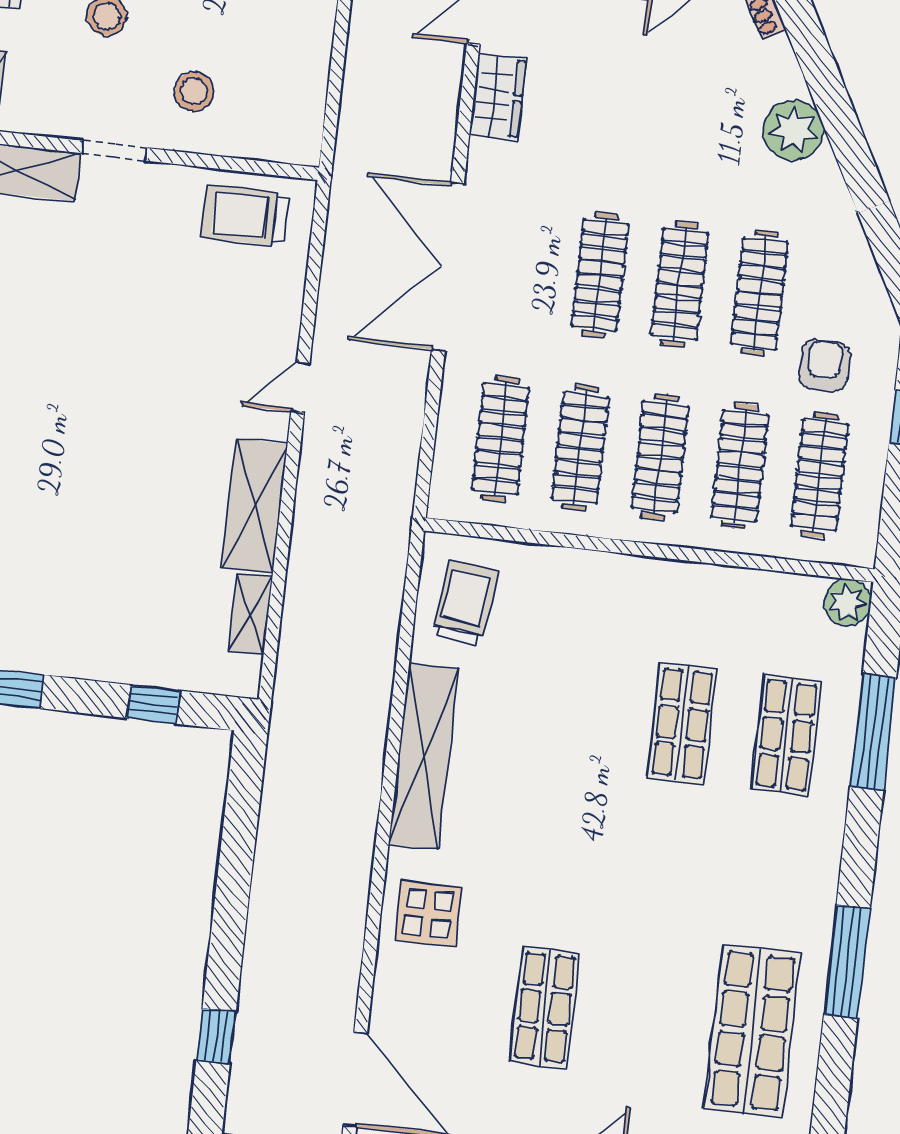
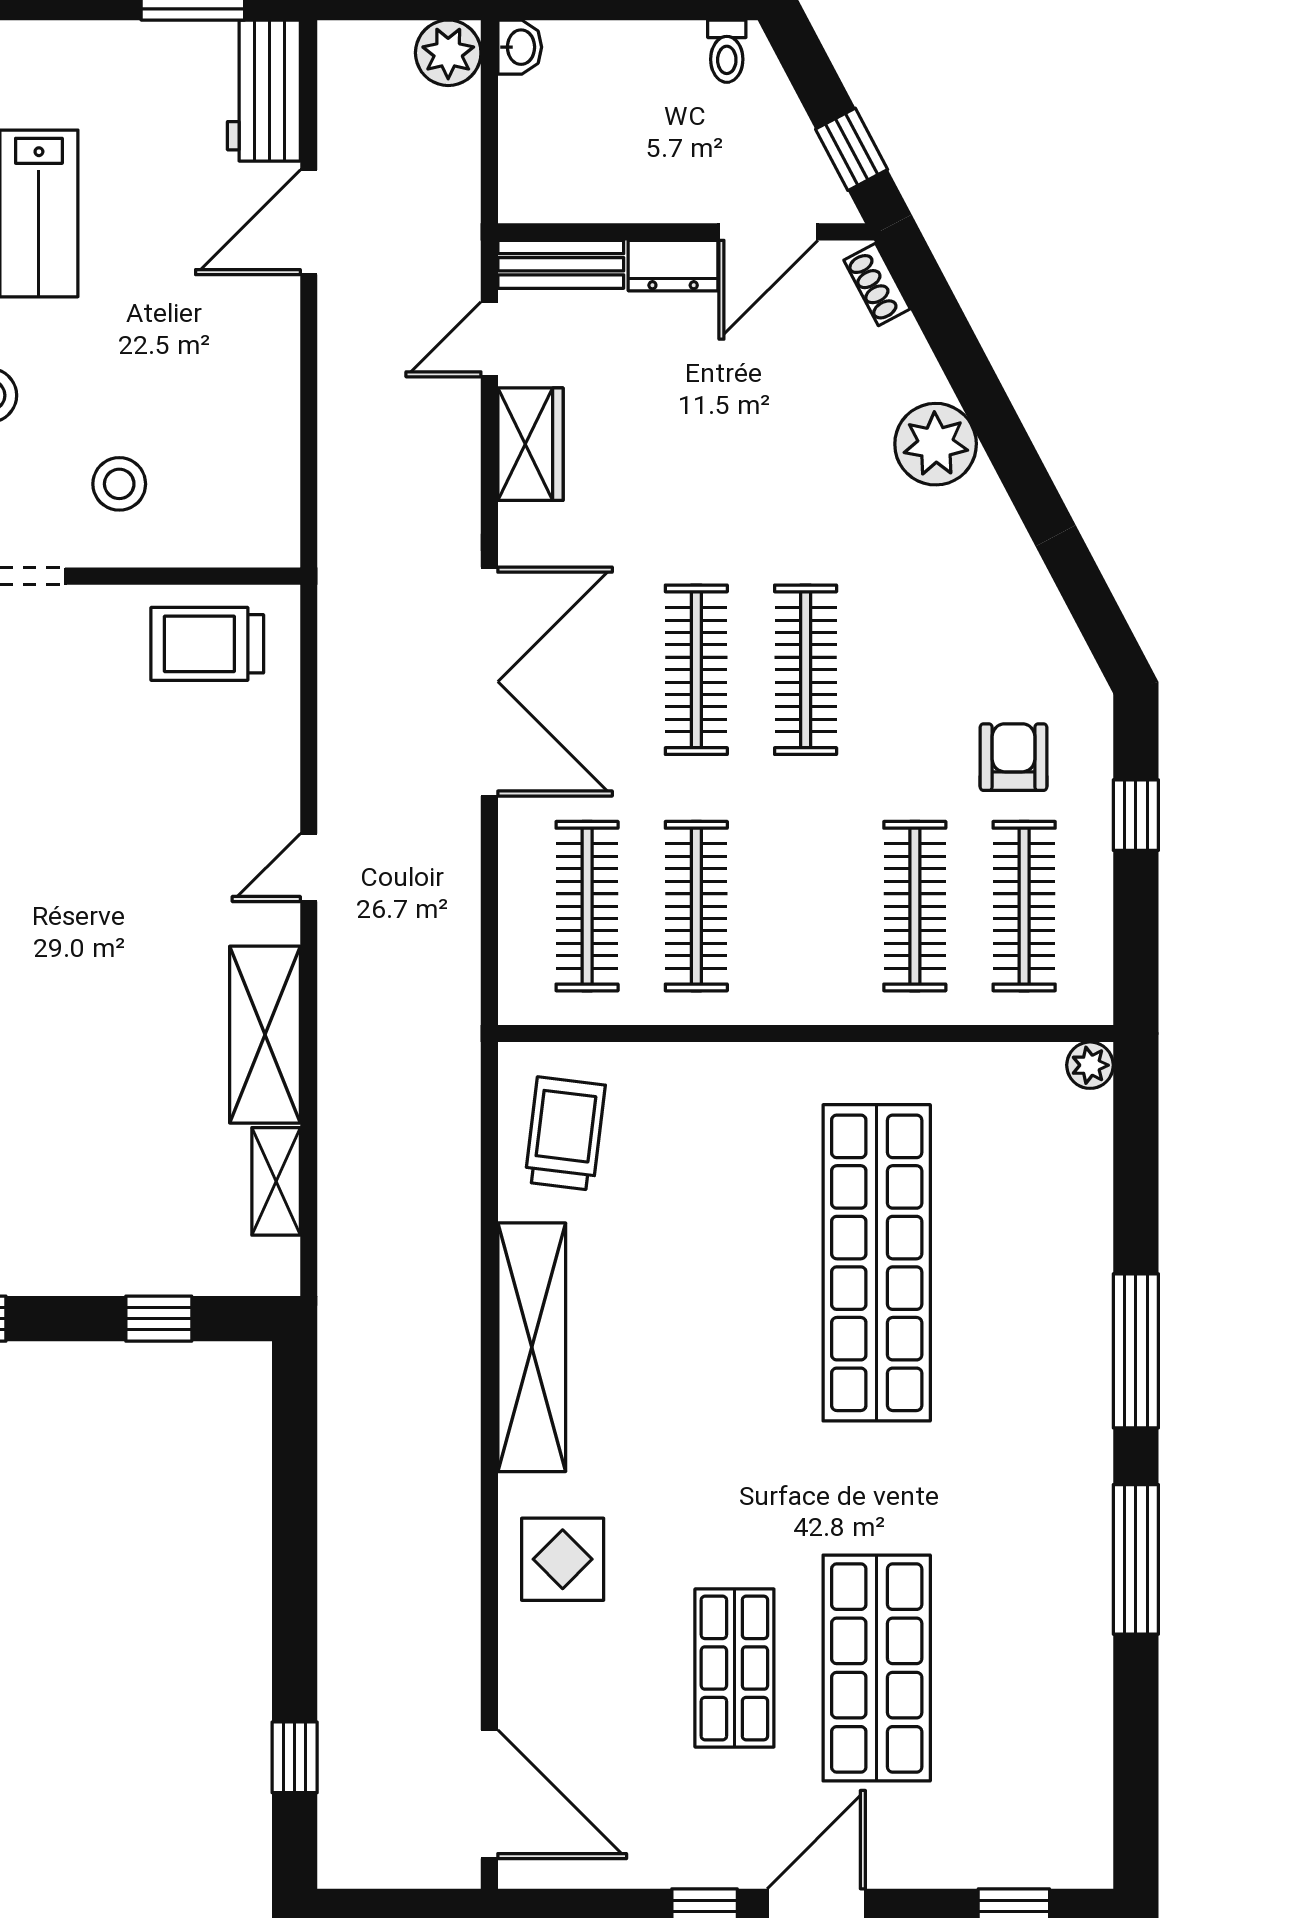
double door: (448, 267) -> (489, 682), swing flipped
clothes rail: (760, 293) -> (915, 670), removed
clothes rail: (660, 457) -> (806, 906), removed
plant: (847, 602) -> (1090, 1065), width x0.73, depth x0.73
shop shelf: (682, 723) -> (877, 1263), width x2.00, depth x1.36
window: (873, 733) -> (1136, 1351), moved
shop shelf: (786, 735) -> (1019, 1263), removed
shop shelf: (753, 1031) -> (877, 1668), moved

